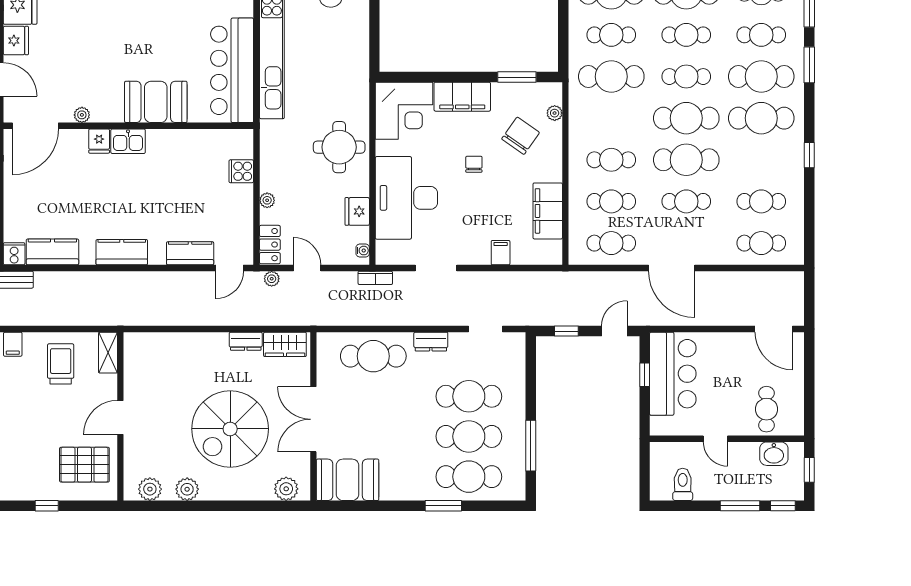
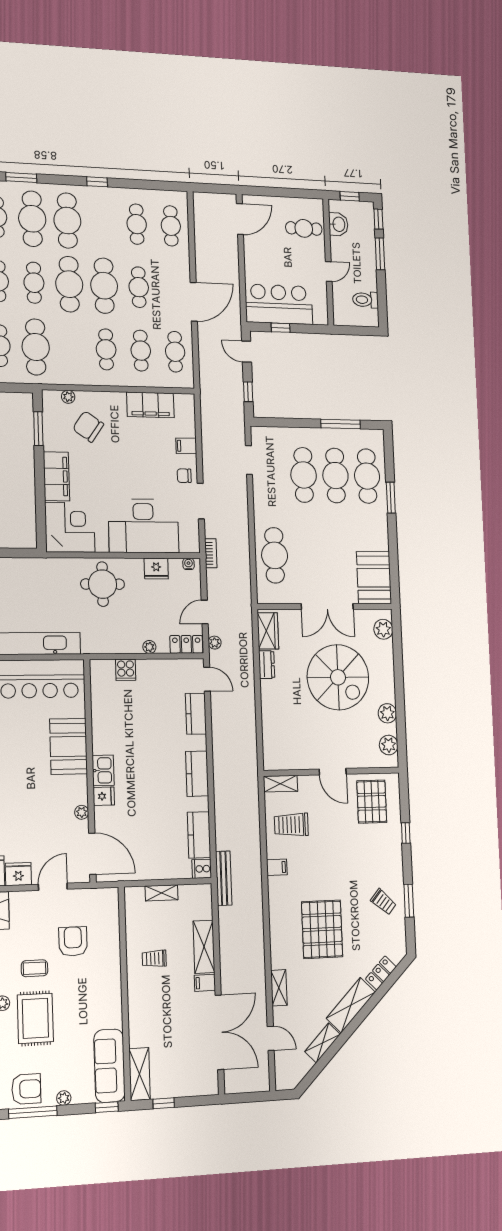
chair: (474, 164) -> (184, 476), moved
dresser: (431, 342) -> (261, 506), removed

